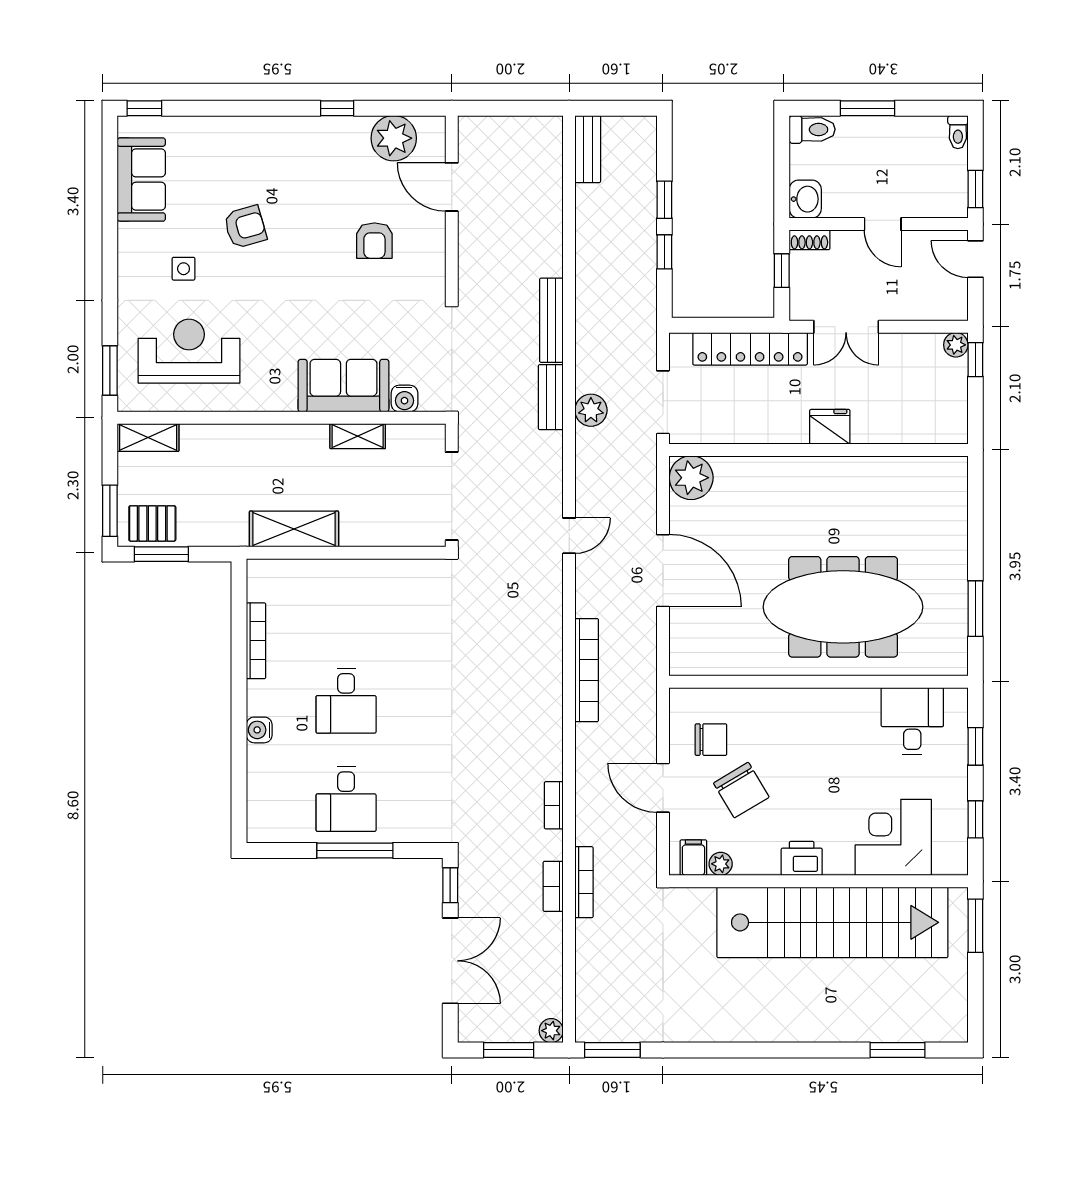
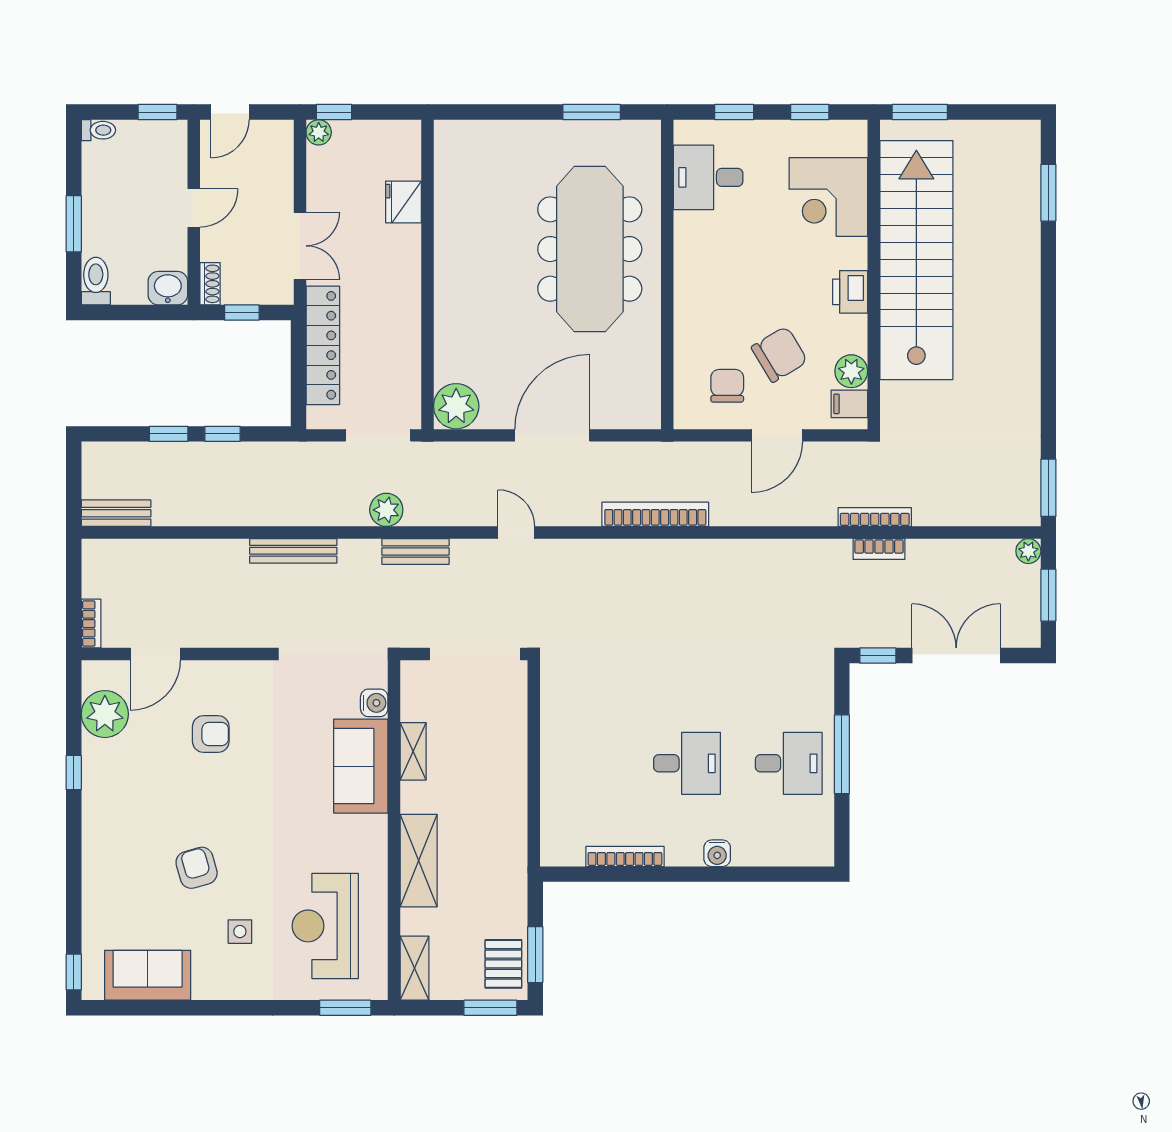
bench: (551, 397) -> (415, 551), moved
fridge: (830, 427) -> (403, 202), moved
shelving: (294, 529) -> (419, 861), moved
bookcase: (554, 805) -> (91, 624), moved, turned -90
plant: (721, 864) -> (851, 371), width x1.38, depth x1.38

